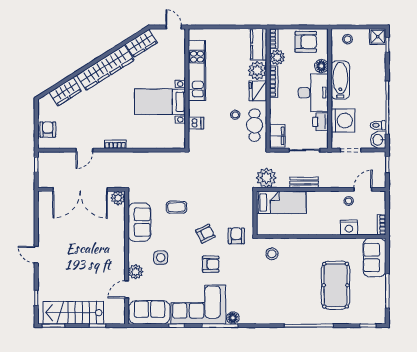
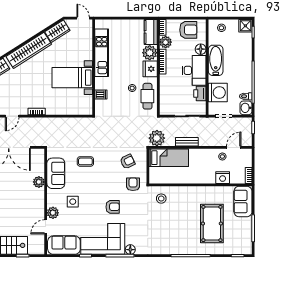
filing cabinet: (277, 136) -> (166, 105), removed
plant: (118, 198) -> (39, 182), moved
armchair: (205, 234) -> (128, 162), moved

